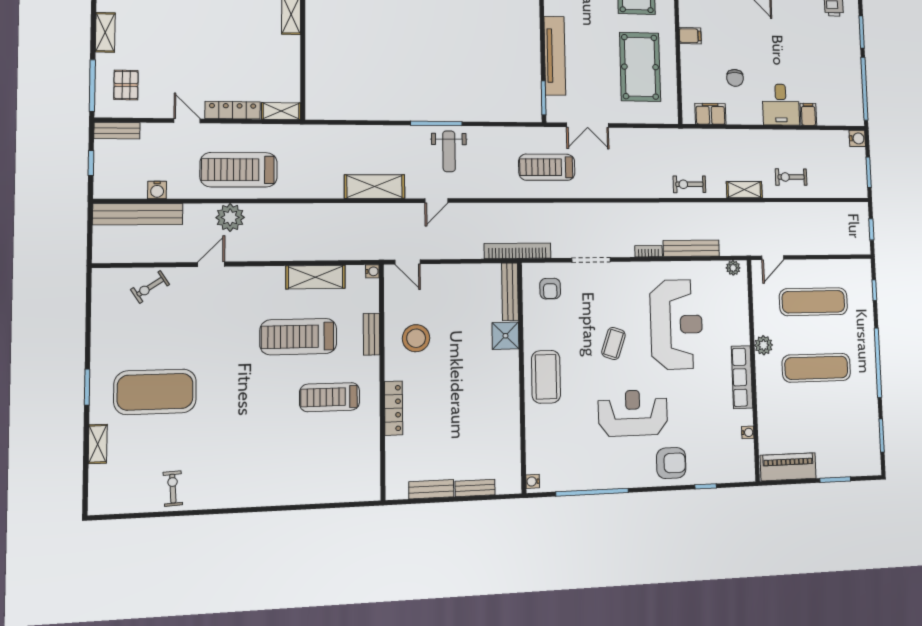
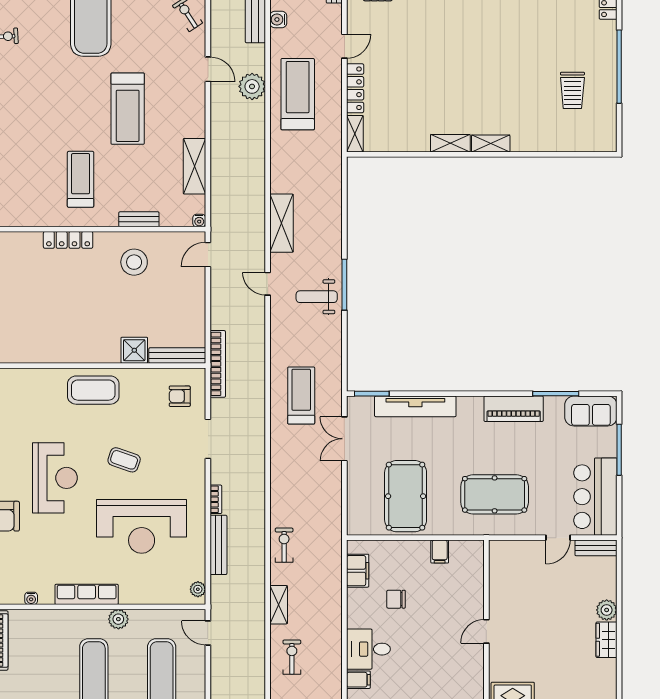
pool table: (640, 67) -> (406, 496), turned 90
treadmill: (298, 337) -> (128, 109), moved, turned 180

